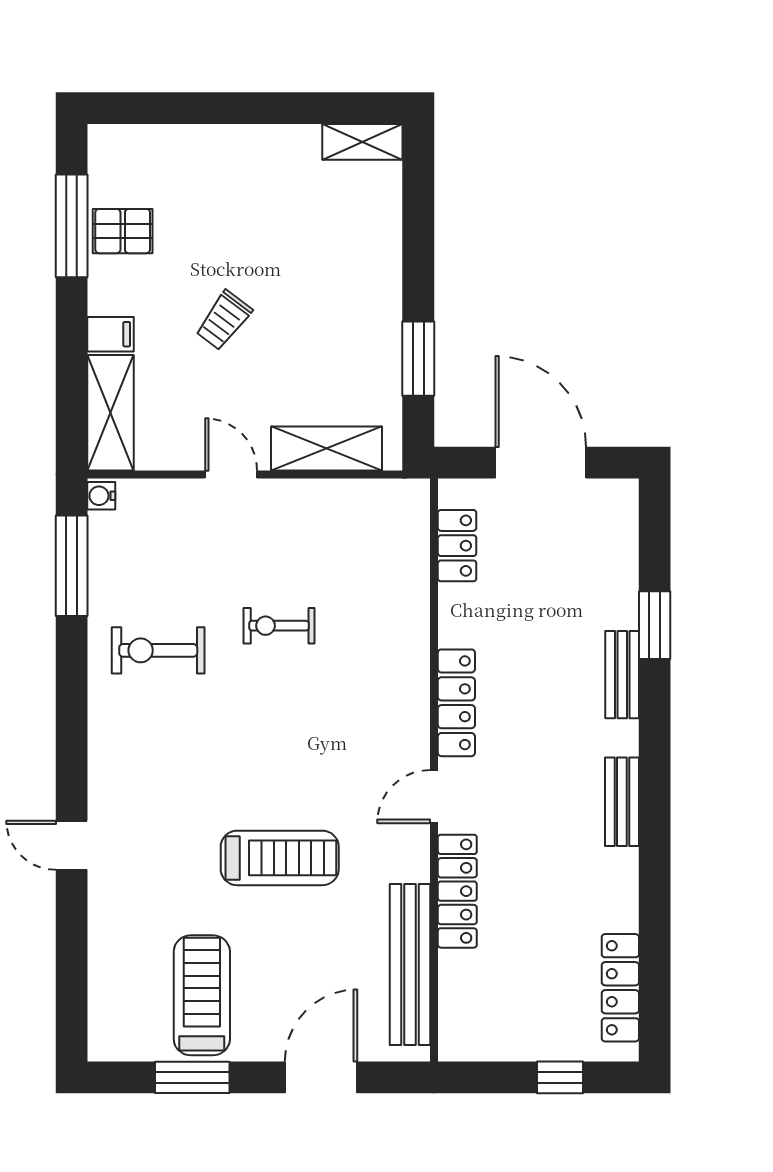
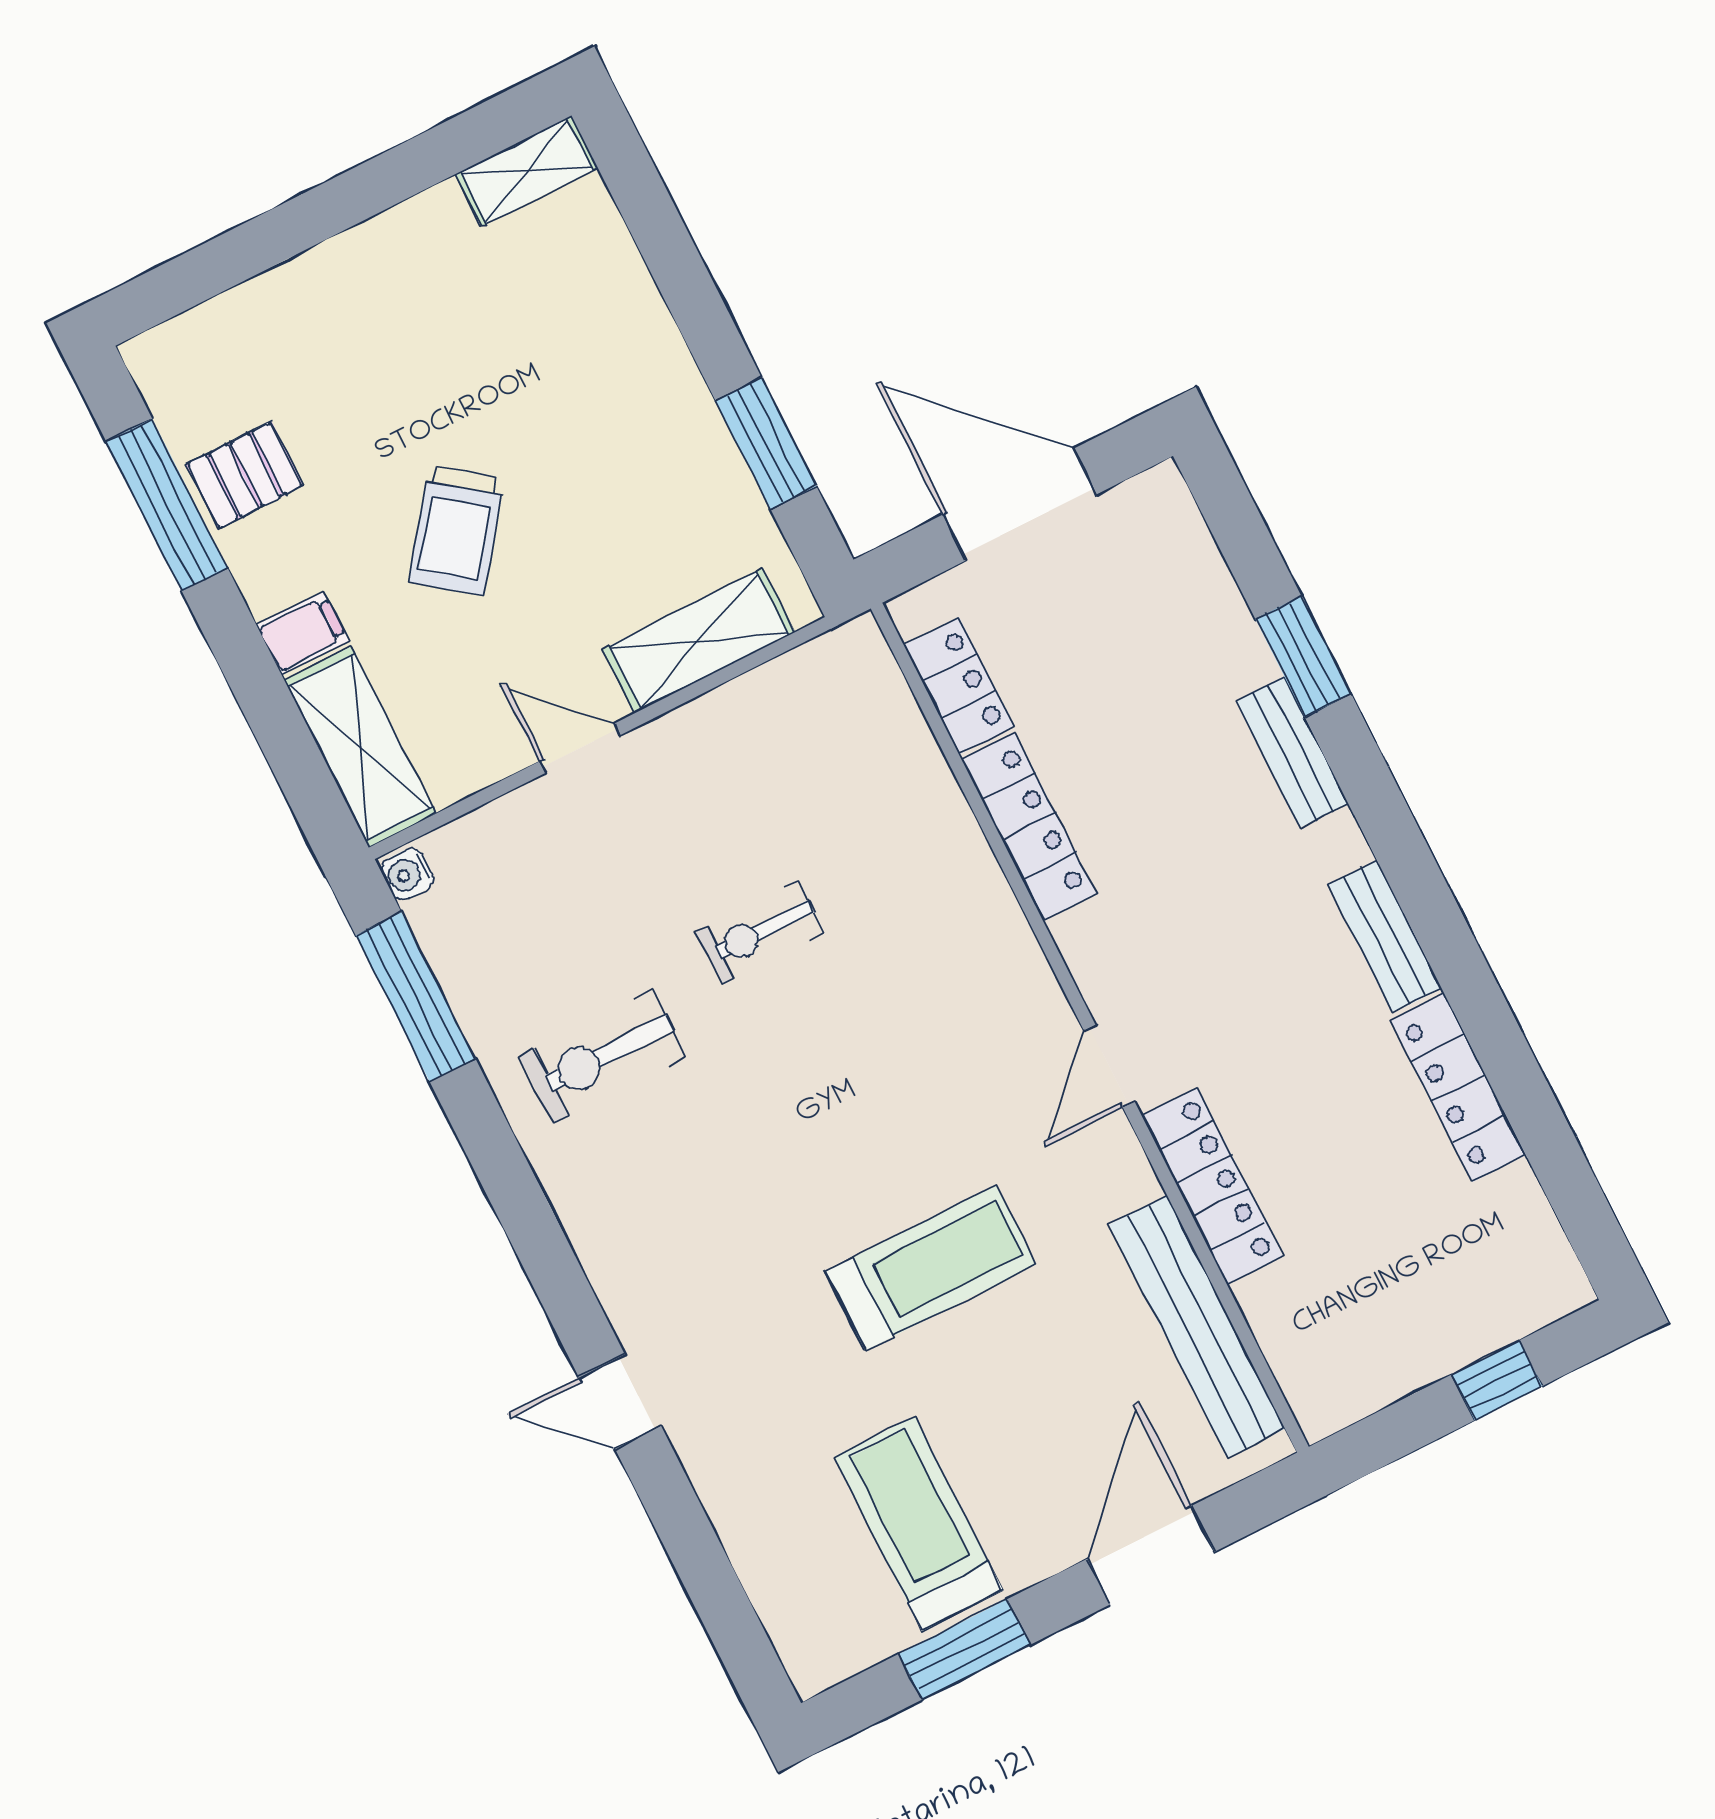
trolley: (224, 320) -> (456, 530), width x1.36, depth x1.39
locker: (456, 703) -> (1029, 826), moved
locker: (620, 988) -> (1458, 1087), moved

